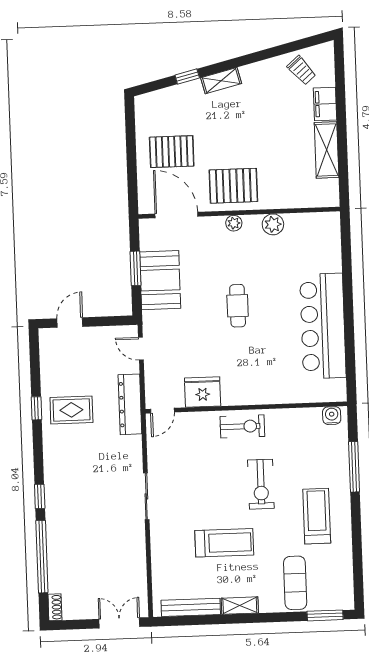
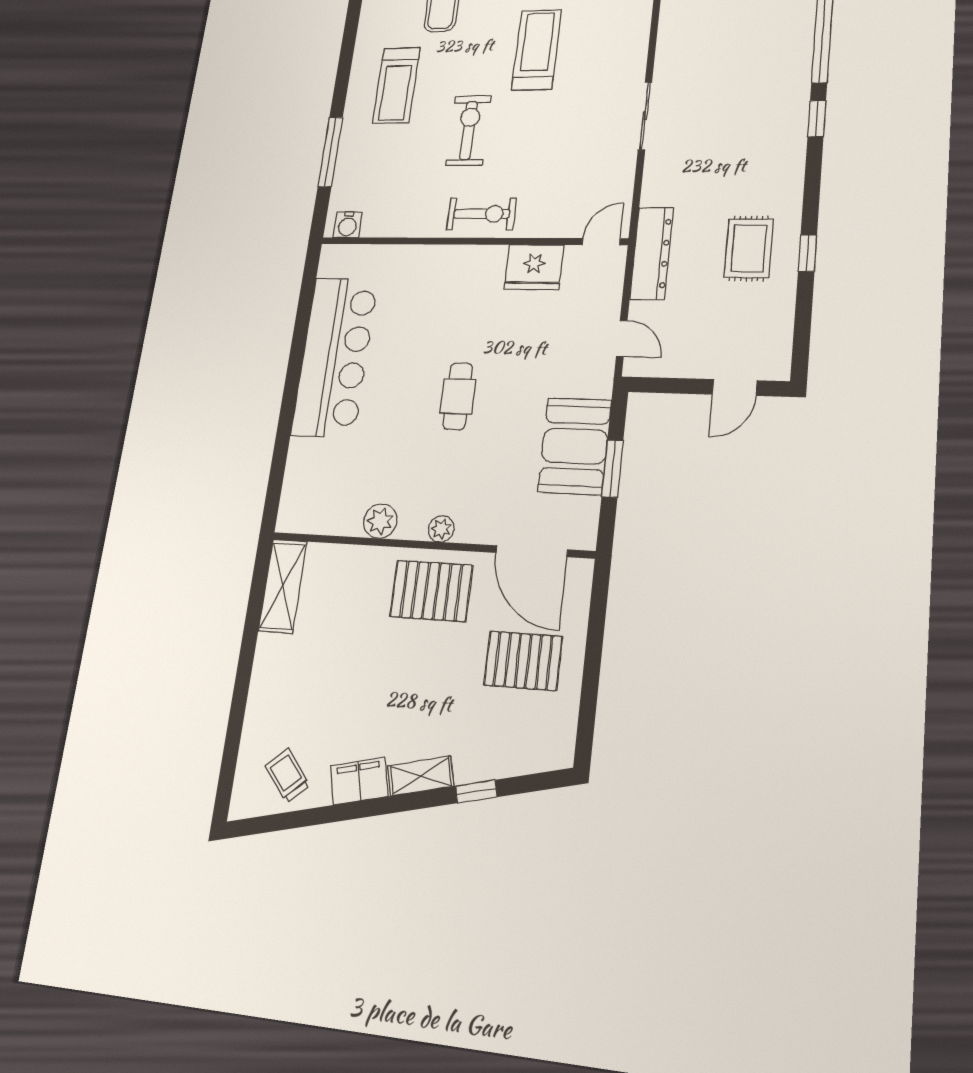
filing cabinet: (325, 104) -> (359, 781), moved, turned -104
shelving: (327, 150) -> (283, 586), moved
rug: (71, 410) -> (749, 248), turned 90
exercise bike: (242, 426) -> (482, 214), turned 180
treadmill: (224, 543) -> (537, 50), turned 90

